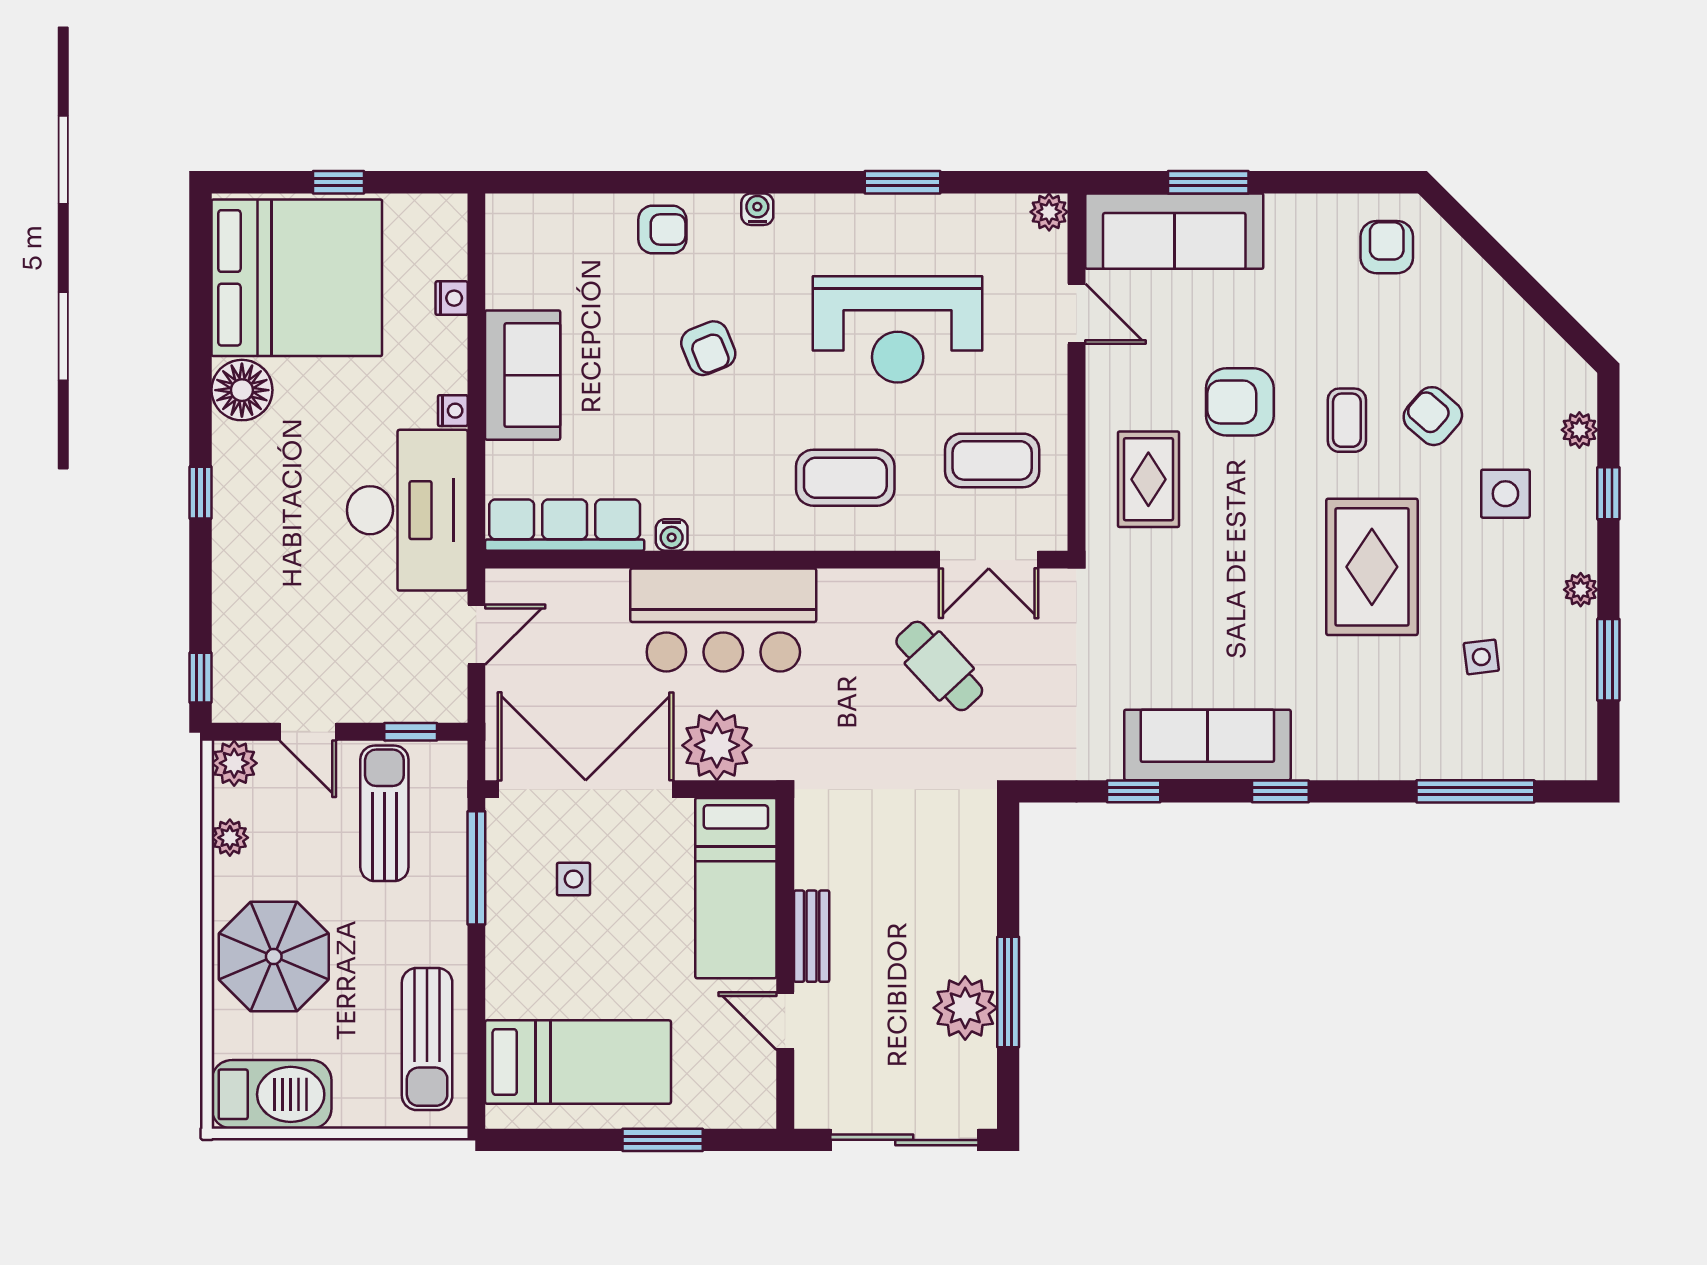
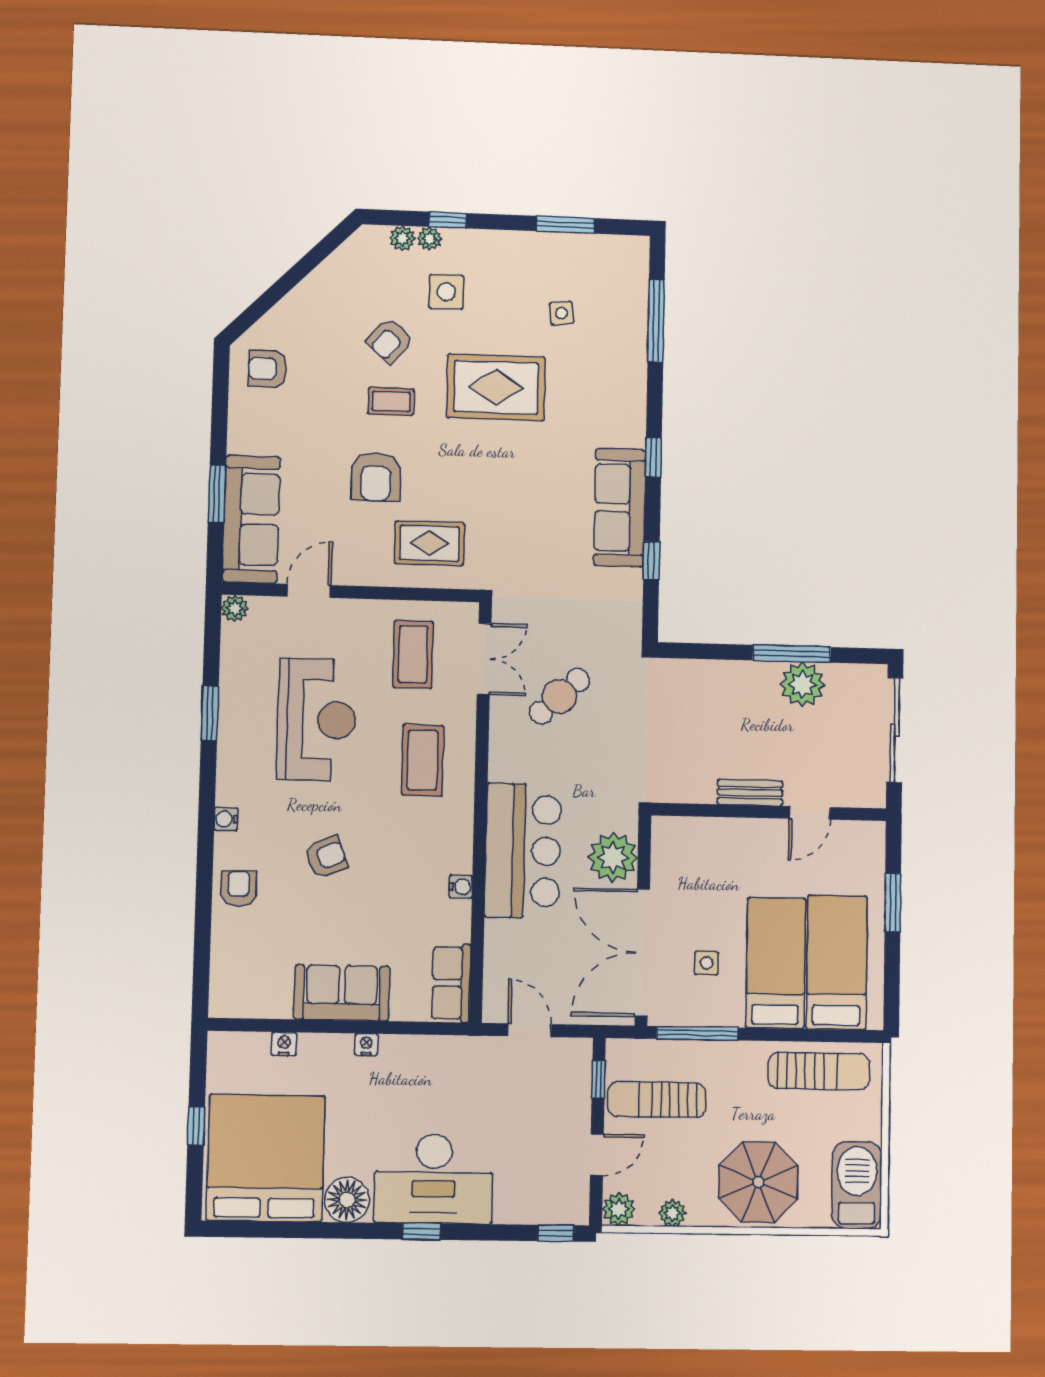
desk: (407, 510) -> (434, 1179), moved, turned 180
row of seats: (565, 525) -> (451, 983), width x0.68
plant: (1581, 590) -> (429, 239), moved
bed: (736, 888) -> (776, 963), moved, turned -90

